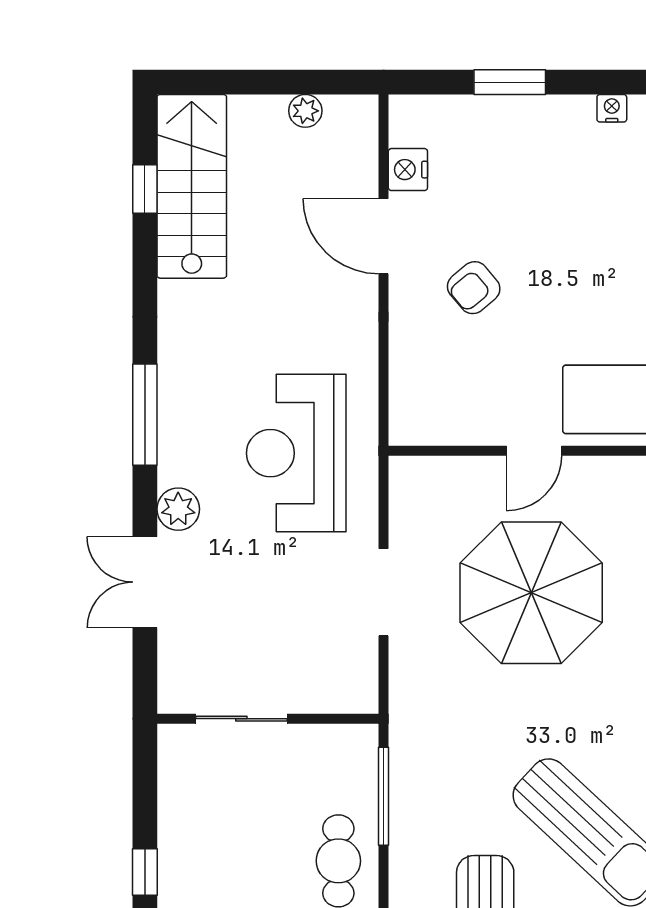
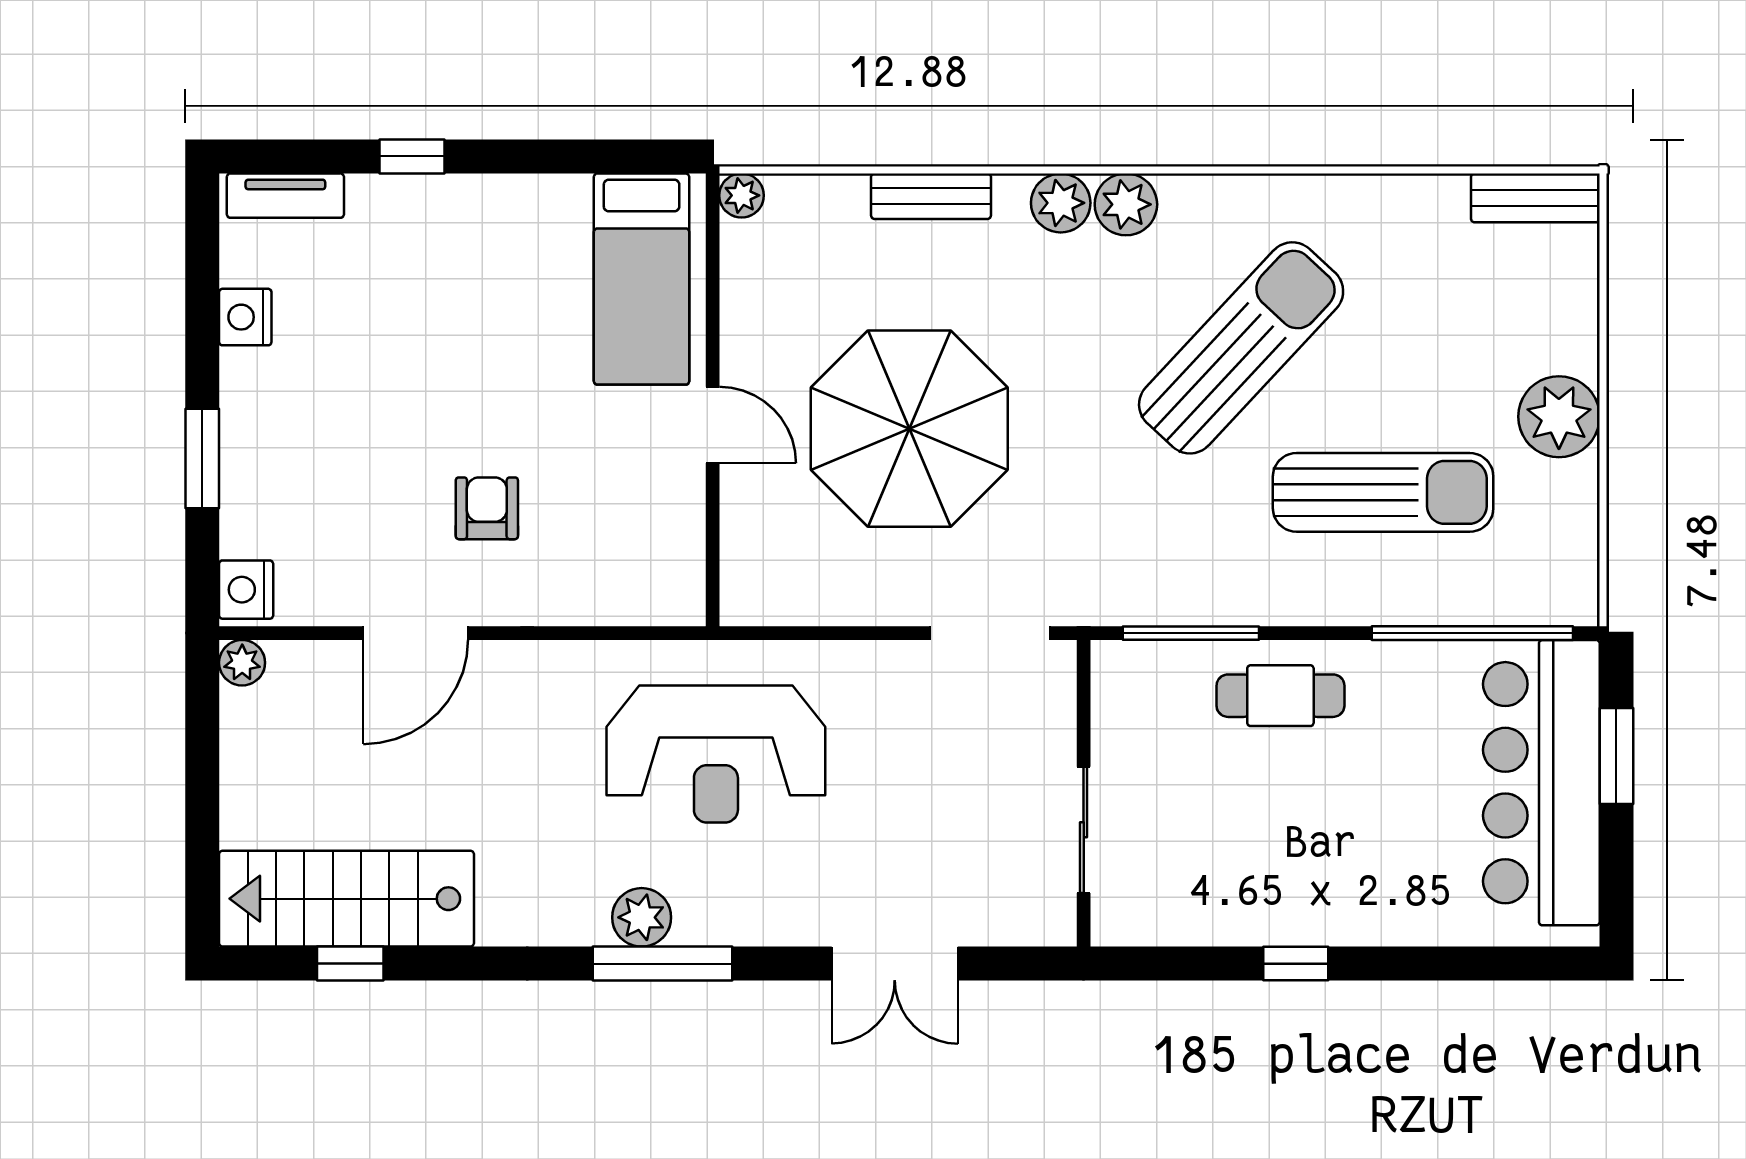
nightstand: (612, 108) -> (245, 317), width x1.39, depth x1.35
plant: (305, 111) -> (242, 663), moved
nightstand: (408, 170) -> (246, 590), moved, turned 90
armchair: (474, 288) -> (487, 508), turned -140
plant: (178, 509) -> (642, 917), moved
doorway: (384, 592) -> (990, 633), moved

